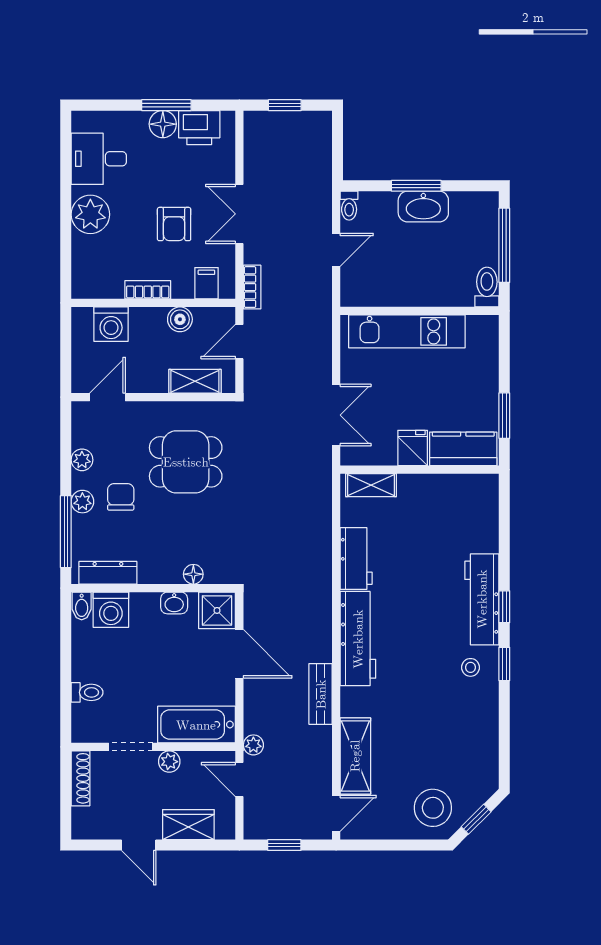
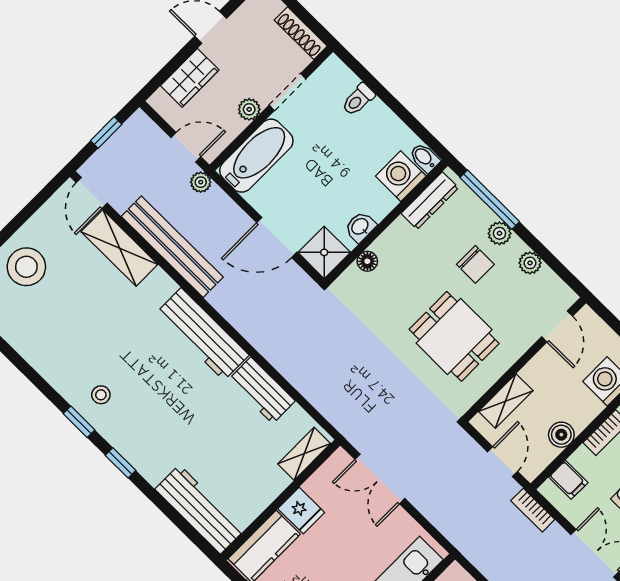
dining table: (186, 462) -> (454, 336), turned 90
workbench: (482, 599) -> (200, 509), moved
bench: (321, 694) -> (172, 247), width x1.86, depth x1.21

